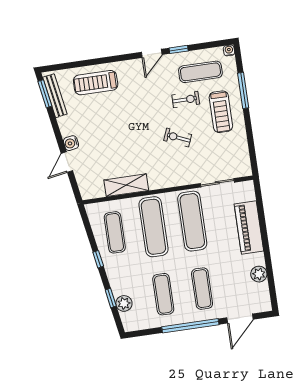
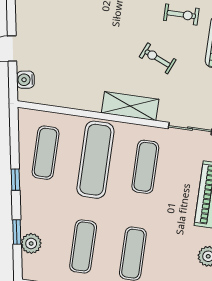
water cooler: (71, 143) -> (25, 80), moved
shelving: (126, 185) -> (130, 106), moved
exercise mat: (192, 221) -> (145, 167), width x0.73, depth x0.69

